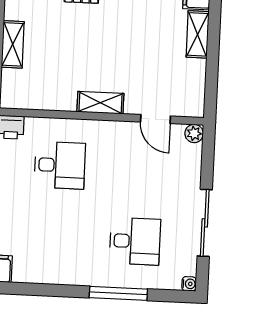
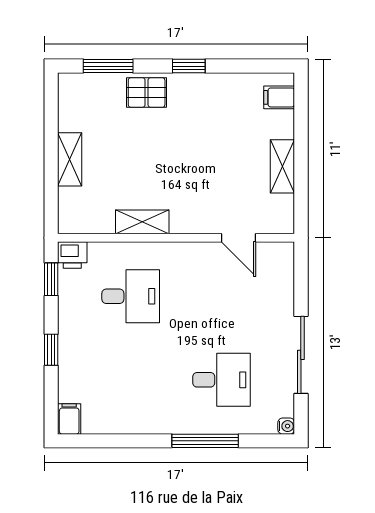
shelving: (198, 34) -> (282, 166), moved
shelving: (100, 103) -> (142, 222), moved
plant: (194, 133) -> (284, 252), removed

